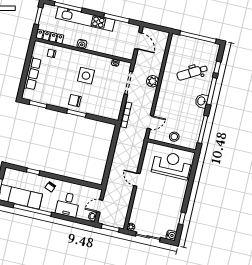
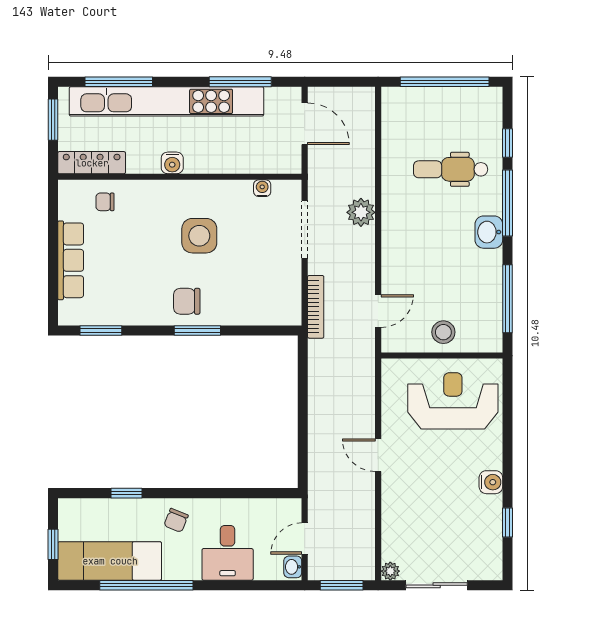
kitchen unit: (85, 19) -> (166, 101), width x1.36
dental chair: (192, 72) -> (451, 169), turned 30
water cooler: (171, 235) -> (491, 482), moved

